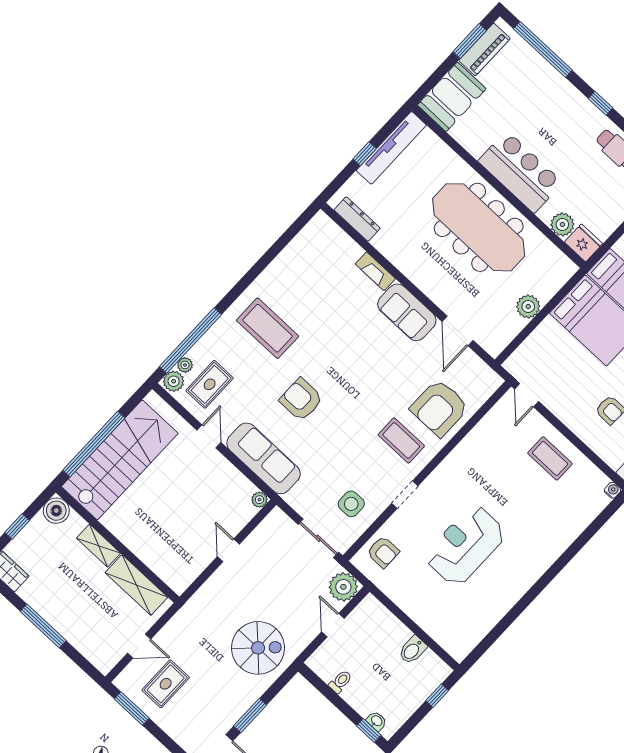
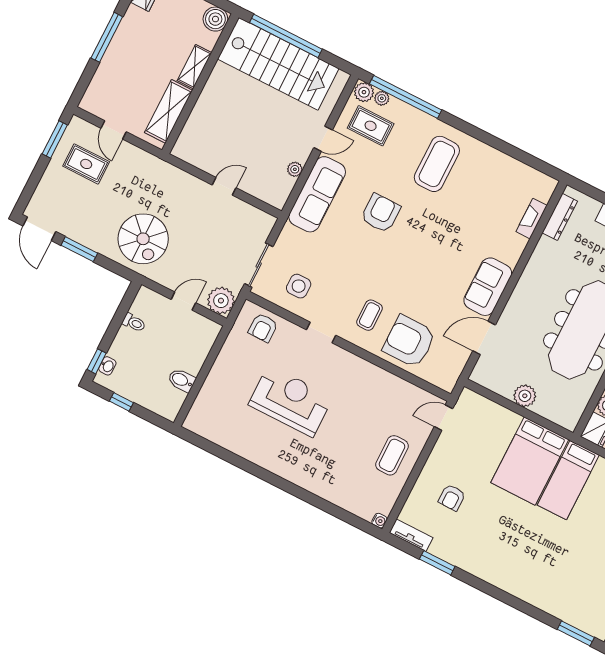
fireplace: (375, 271) -> (532, 219), moved
coffee table: (401, 440) -> (369, 315), width x0.73, depth x0.77
plant: (259, 500) -> (295, 169), moved
window: (437, 696) -> (121, 402), moved

